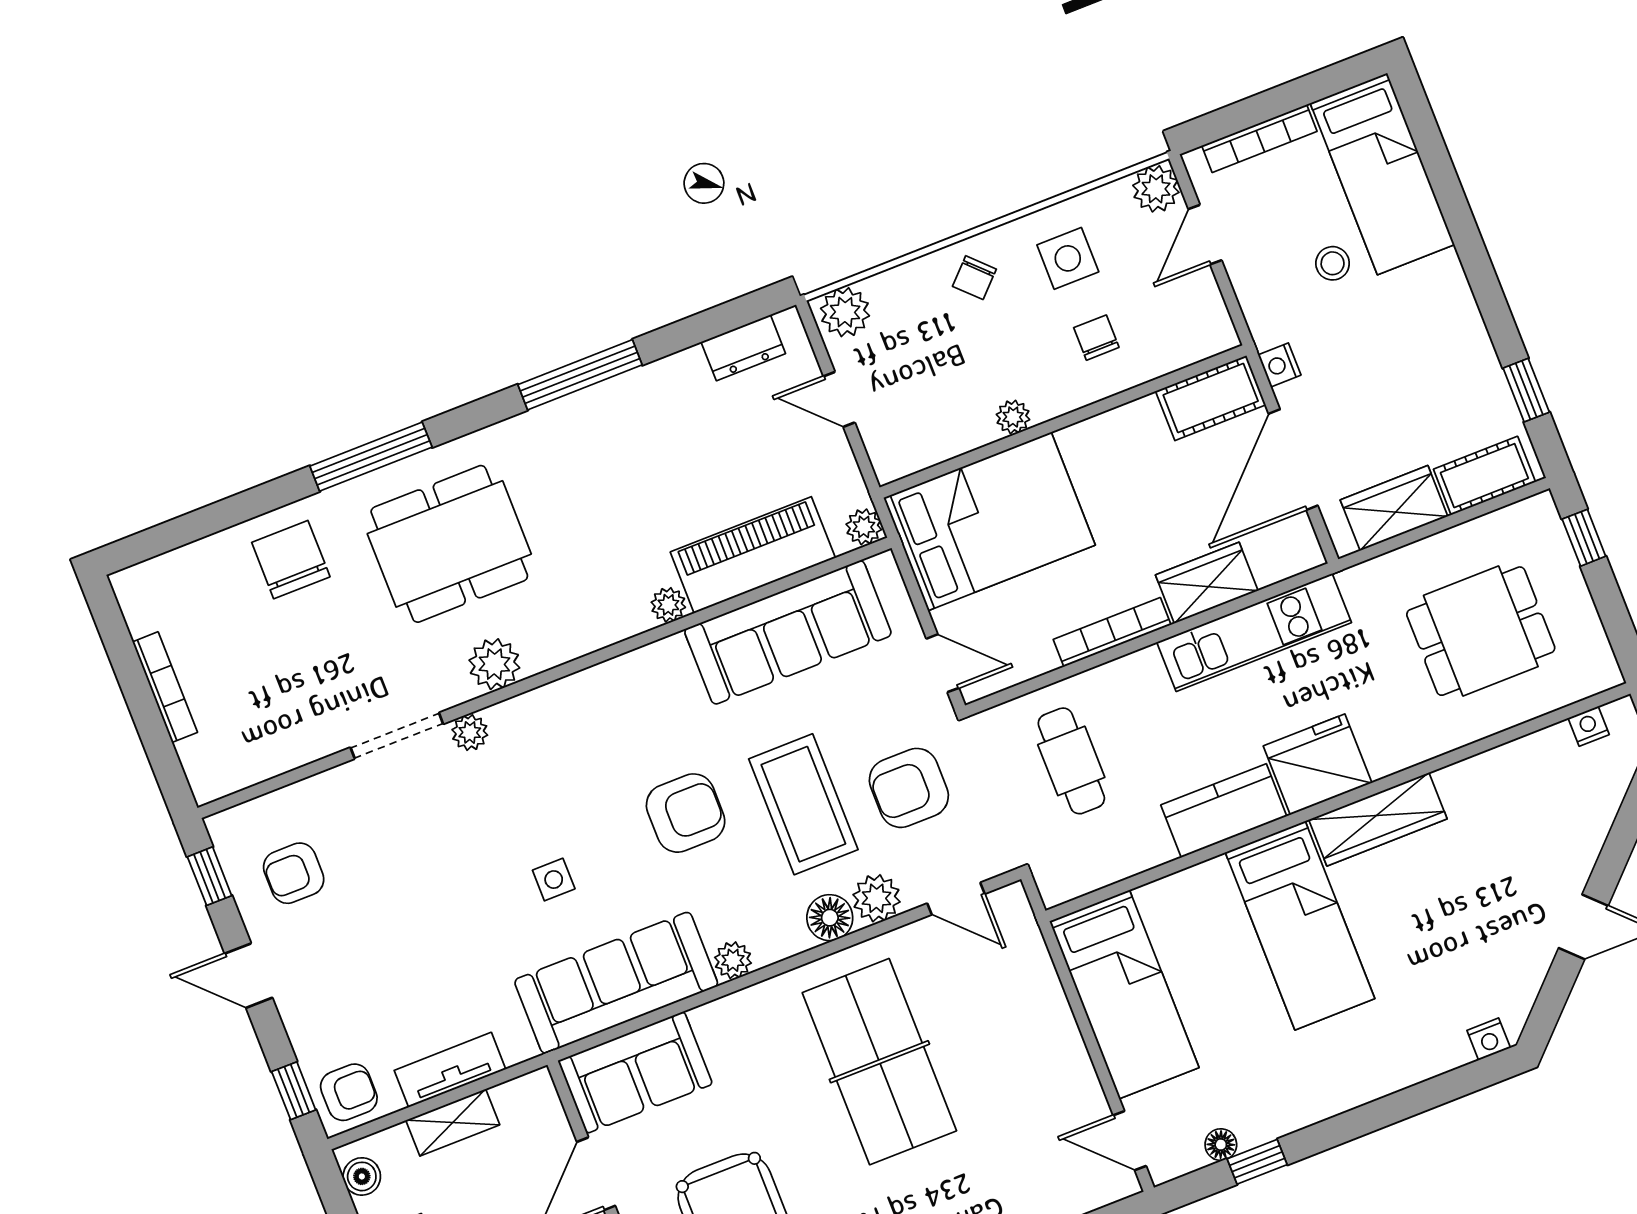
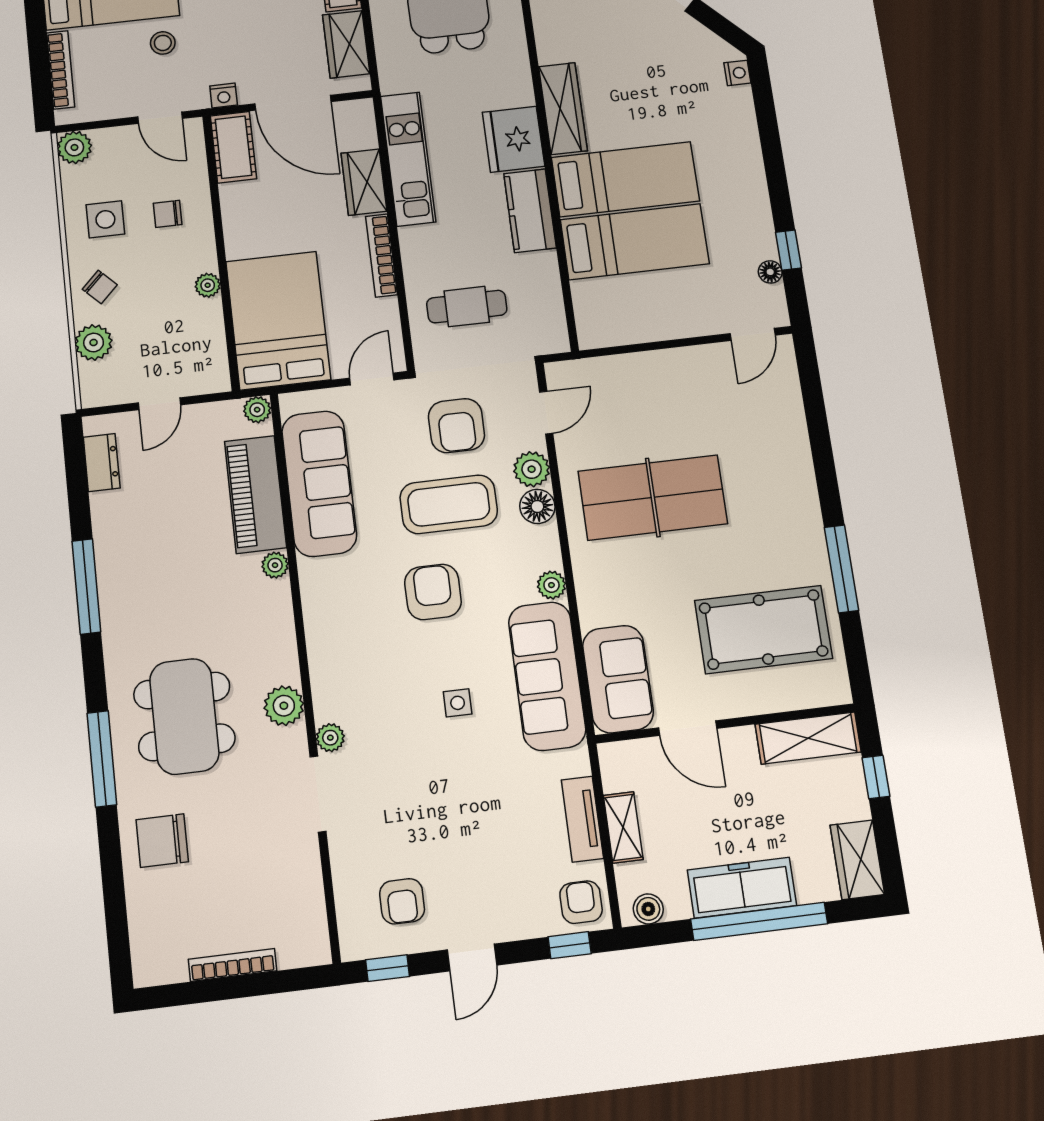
door: (1205, 235) -> (160, 118), moved
plant: (845, 312) -> (94, 343), moved
bed: (1124, 994) -> (635, 242), moved

